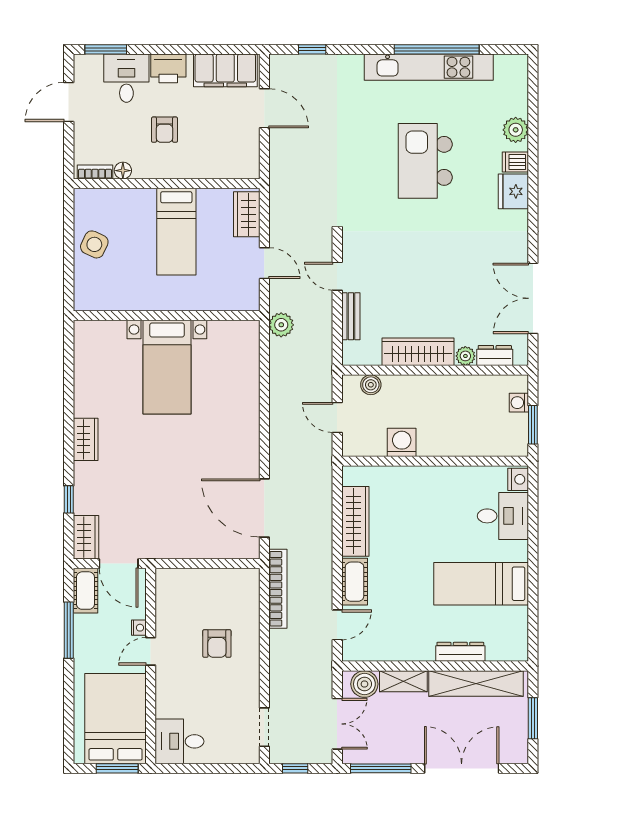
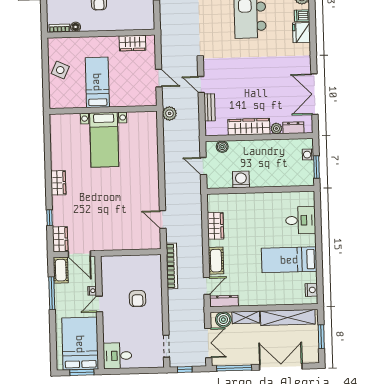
wardrobe: (247, 214) -> (132, 43), moved, turned -90
bed: (176, 232) -> (97, 82), moved, turned 180
nightstand: (518, 479) -> (311, 290), moved
door: (264, 508) -> (163, 220), width x0.53
wardrobe: (355, 521) -> (215, 226), width x0.67
dresser: (460, 652) -> (224, 301), moved

